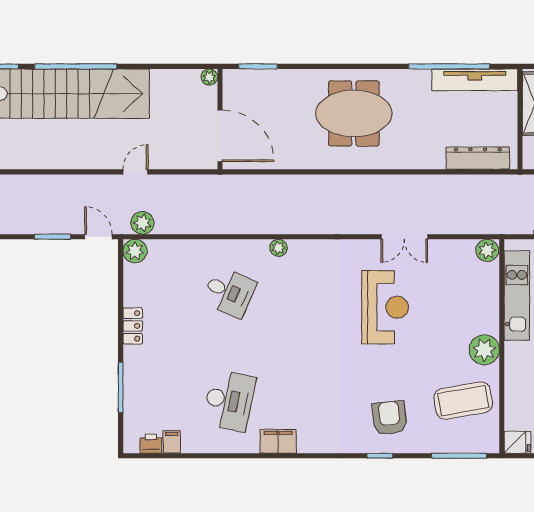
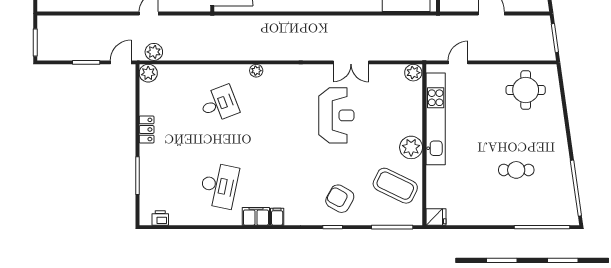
door: (98, 237) -> (121, 62), hinge flipped
desk: (229, 292) -> (219, 104), turned -45
kitchen unit: (517, 296) -> (436, 119), width x1.36
coffee table: (463, 401) -> (395, 186), turned 36
armchair: (390, 418) -> (340, 199), turned -55
filing cabinet: (172, 442) -> (277, 217), moved

